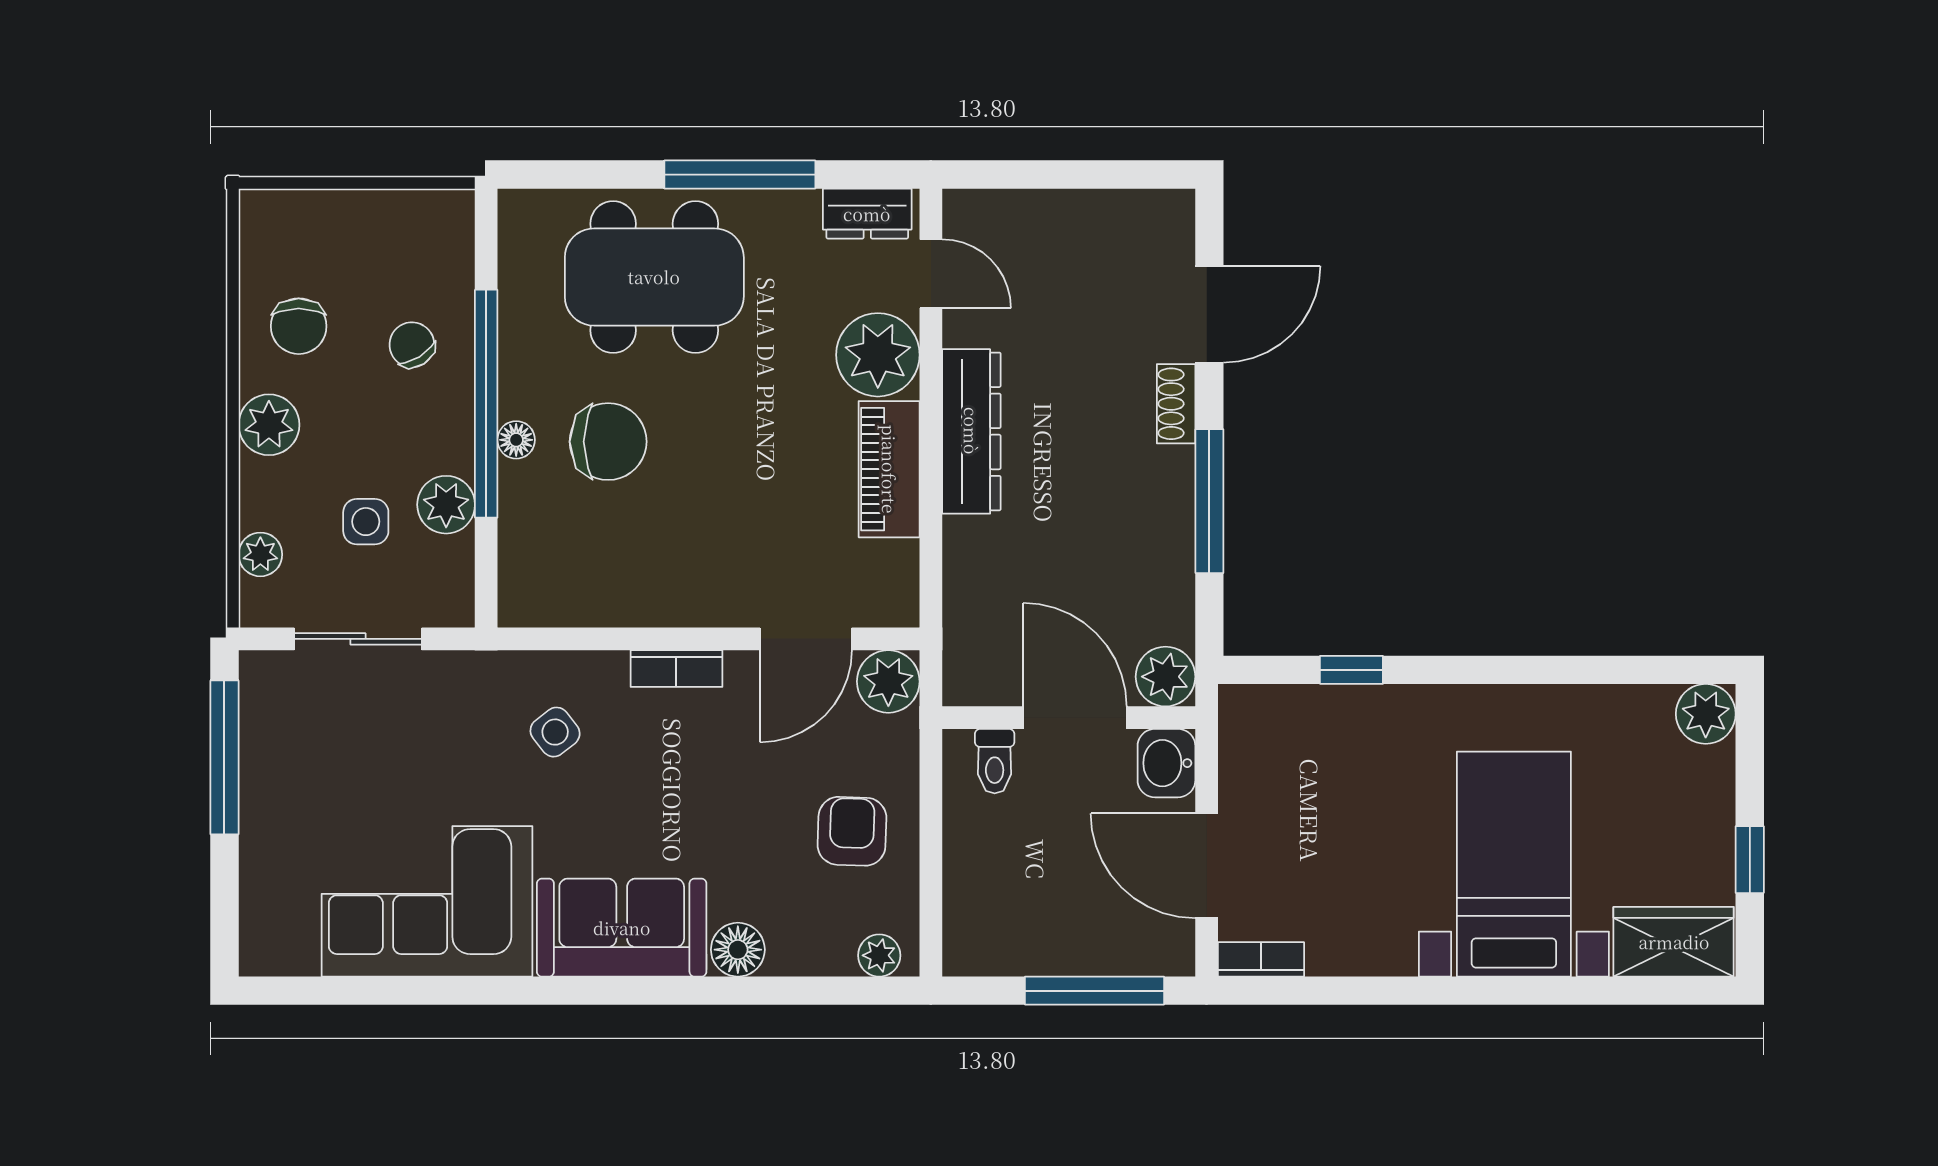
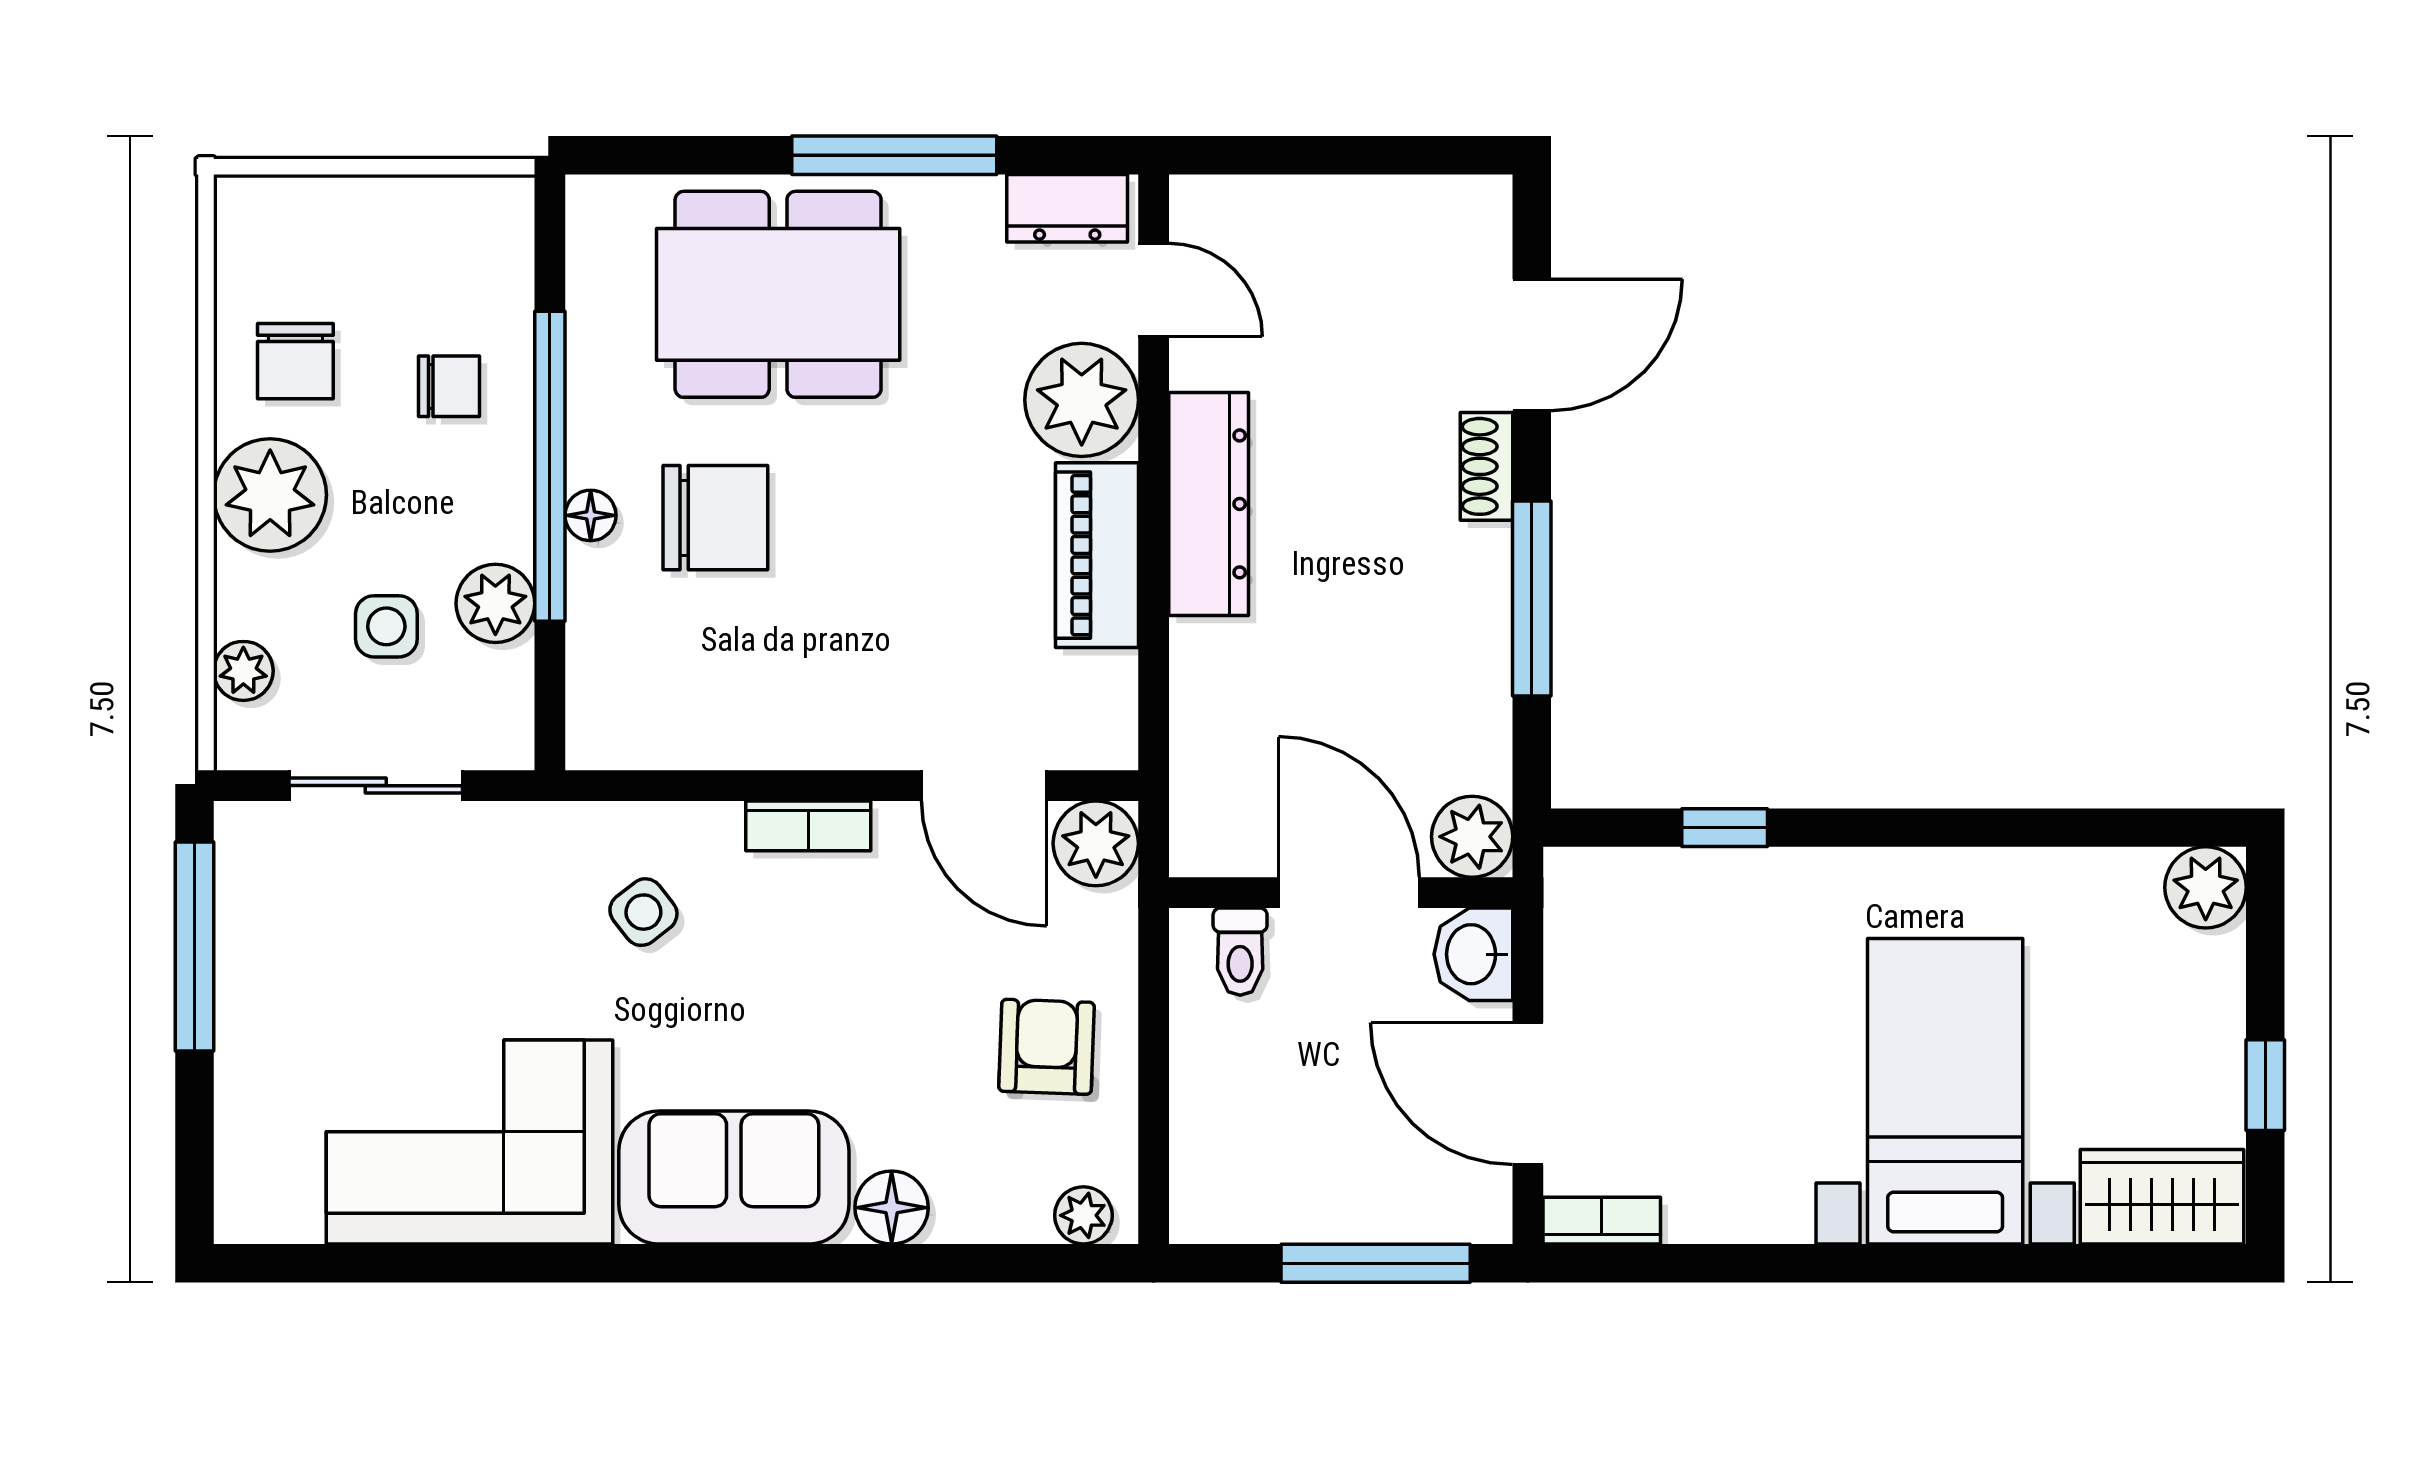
chair: (412, 345) -> (449, 386), turned 122
plant: (269, 425) -> (270, 495), width x1.36, depth x1.36
door: (806, 639) -> (984, 786), hinge flipped

